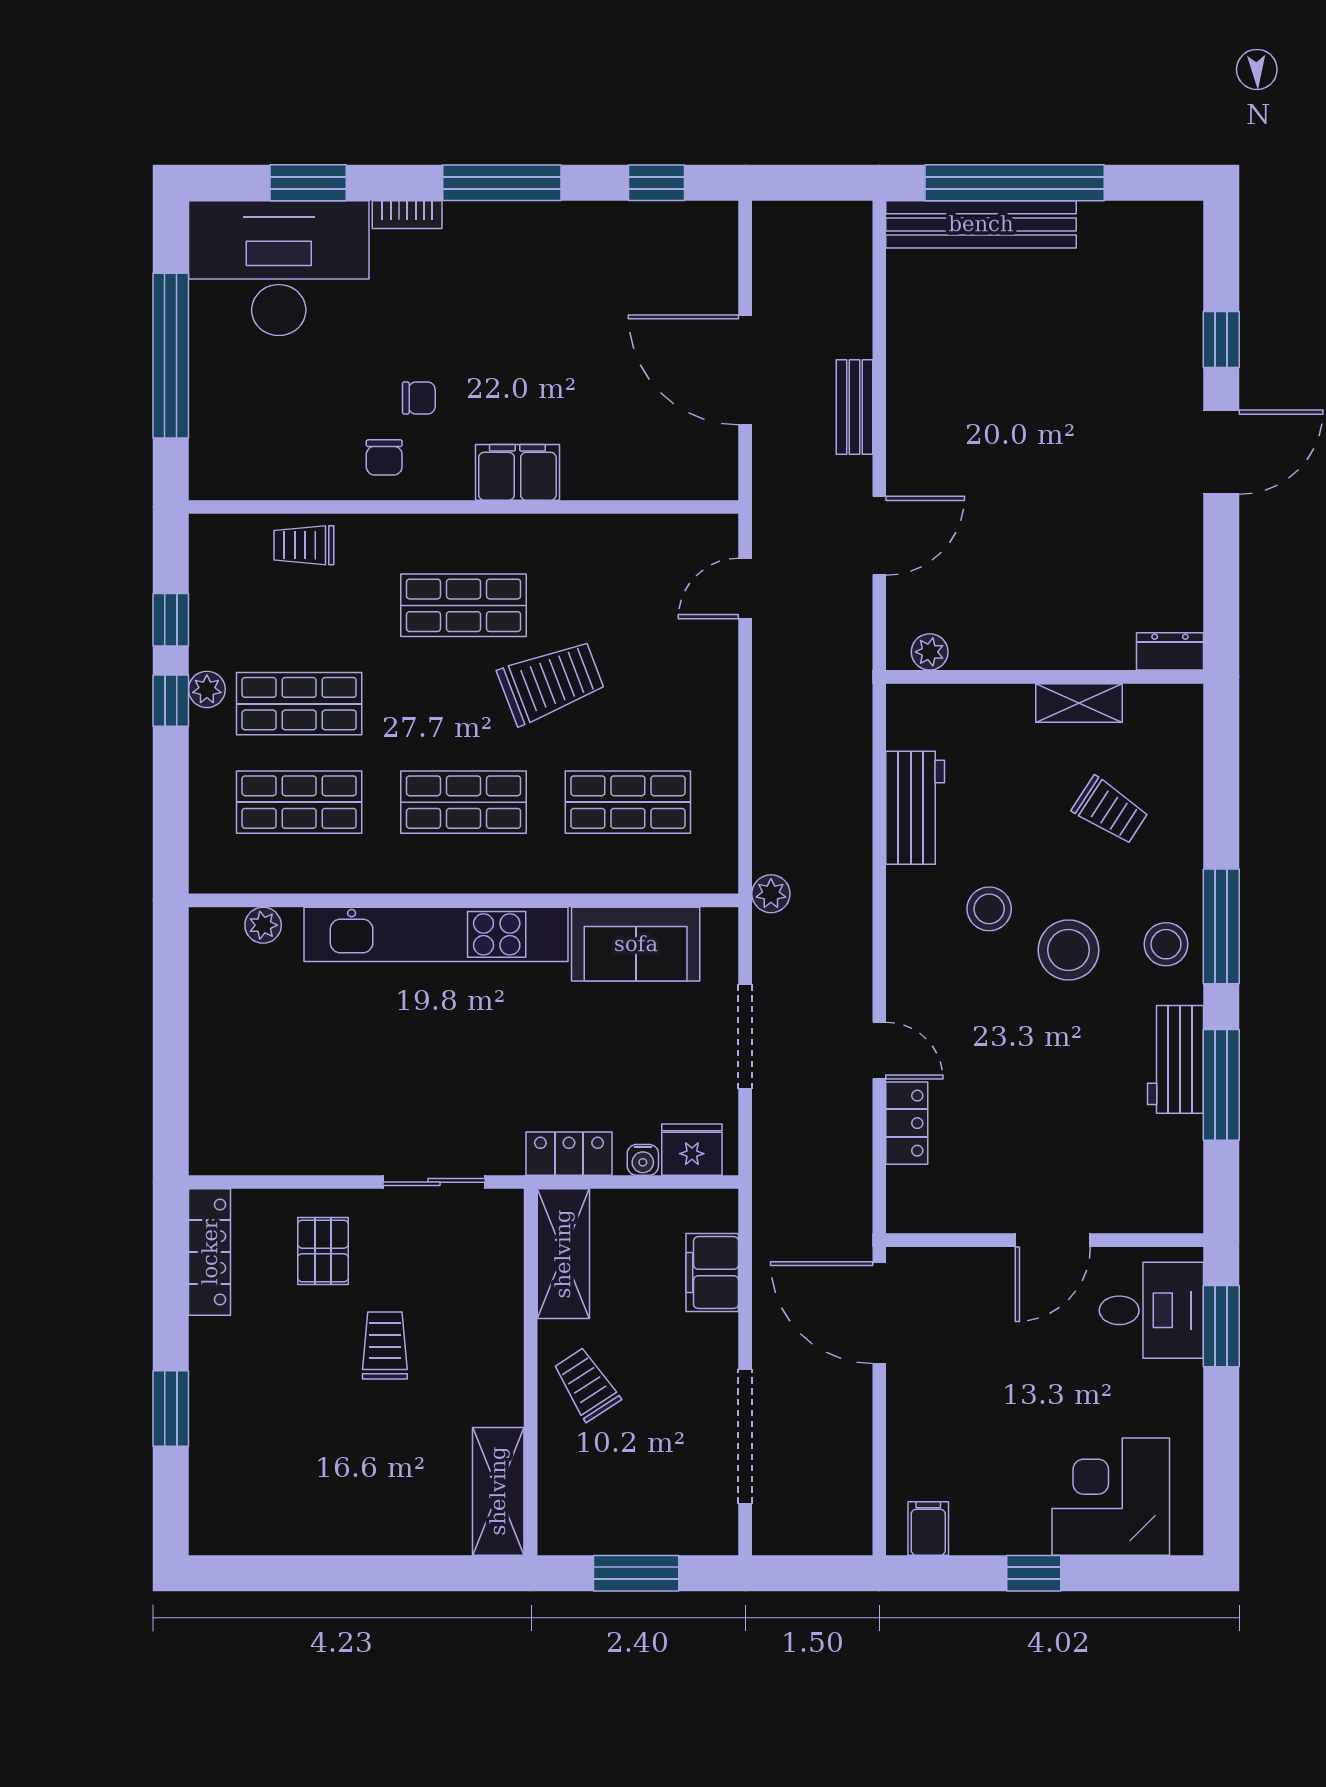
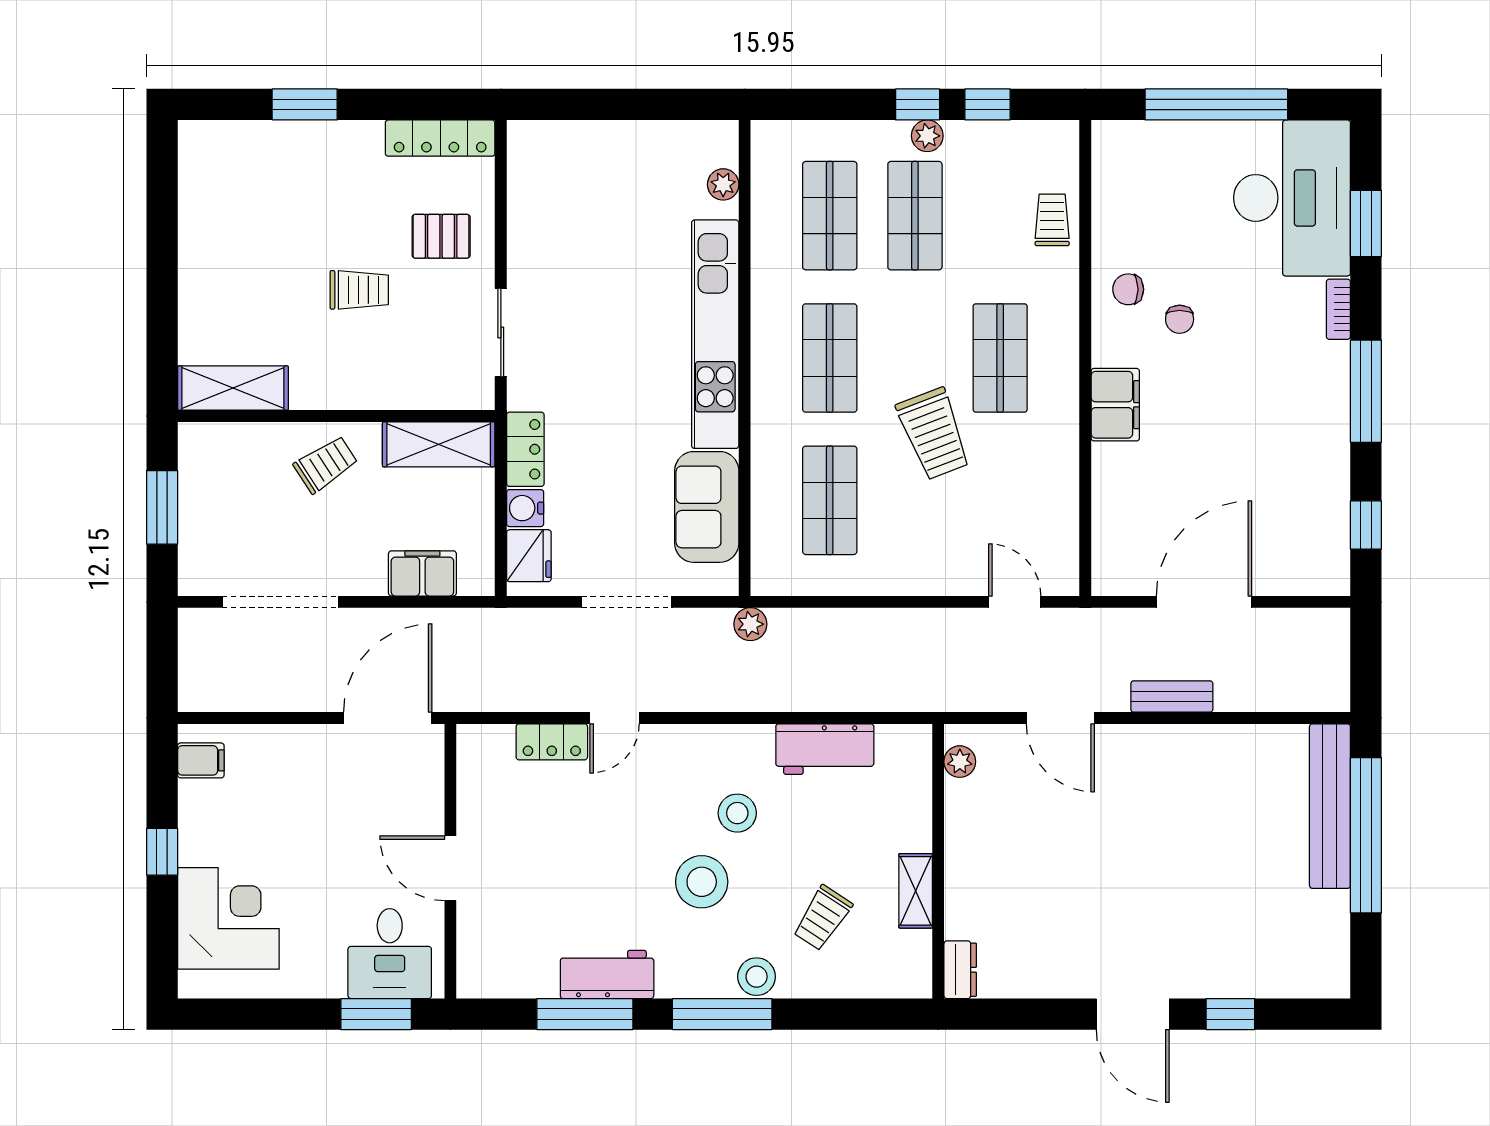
stool: (1166, 944) -> (757, 977), moved
water cooler: (643, 1160) -> (525, 508), width x1.38, depth x1.38

